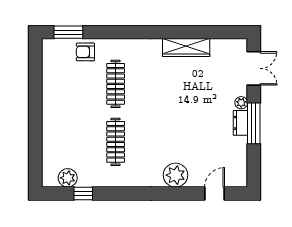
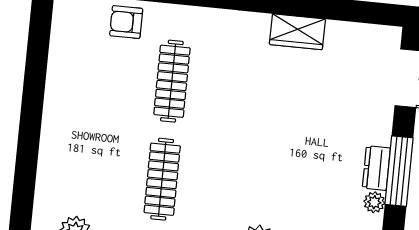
wardrobe: (186, 48) -> (297, 32), width x0.67
plant: (241, 103) -> (374, 202), moved

